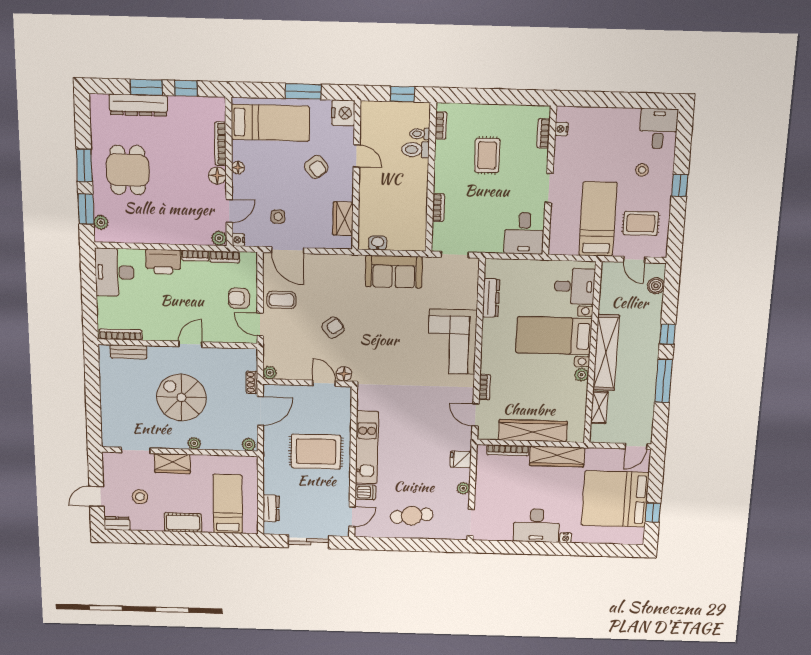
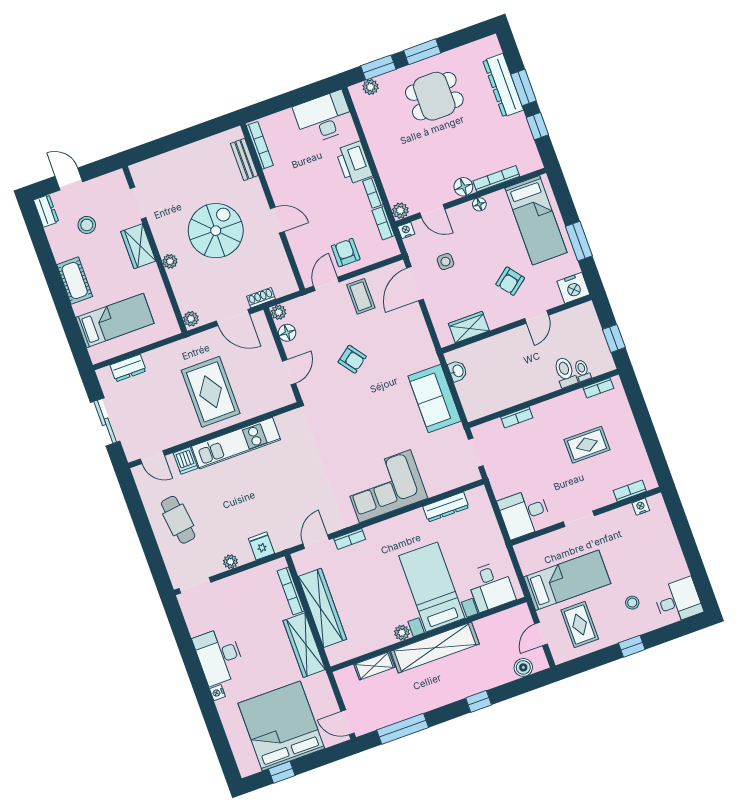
floor lamp: (344, 374) -> (287, 333), moved
window: (664, 381) -> (403, 729), moved

